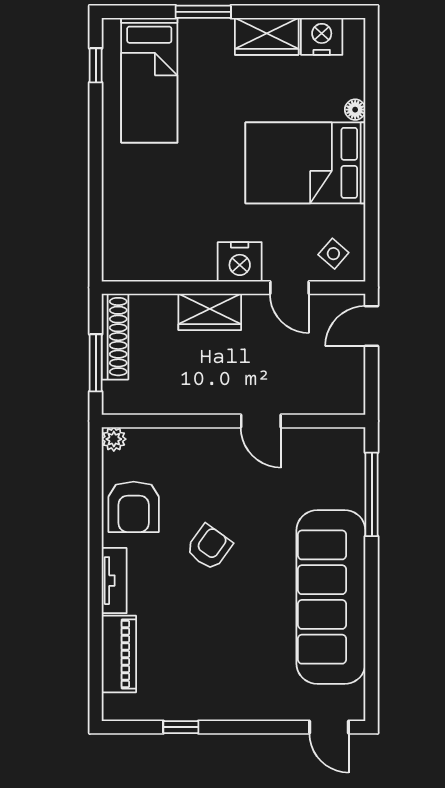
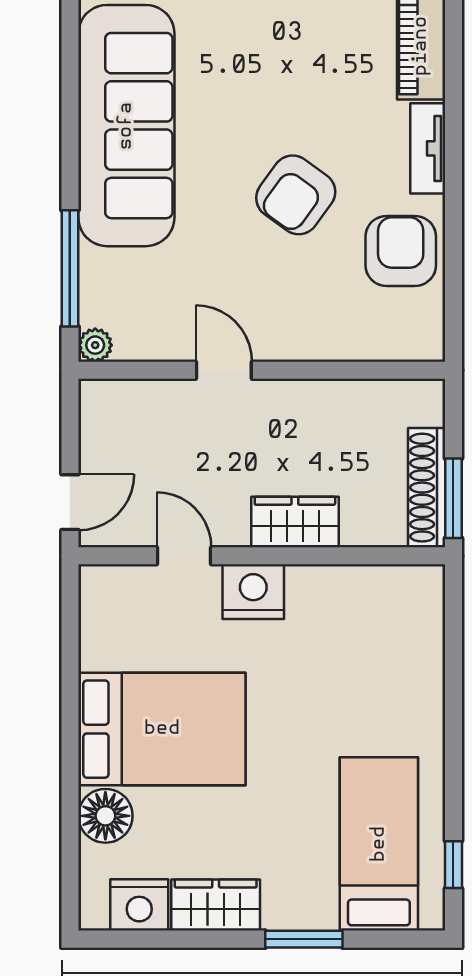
floor lamp: (355, 110) -> (105, 816), width x1.89, depth x1.89
side table: (333, 254) -> (123, 603), removed
window: (96, 363) -> (453, 498), moved
plant: (114, 439) -> (95, 345), moved
armchair: (209, 547) -> (296, 195), width x1.38, depth x1.38

